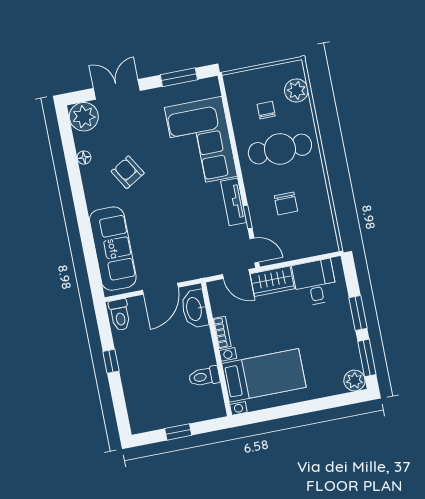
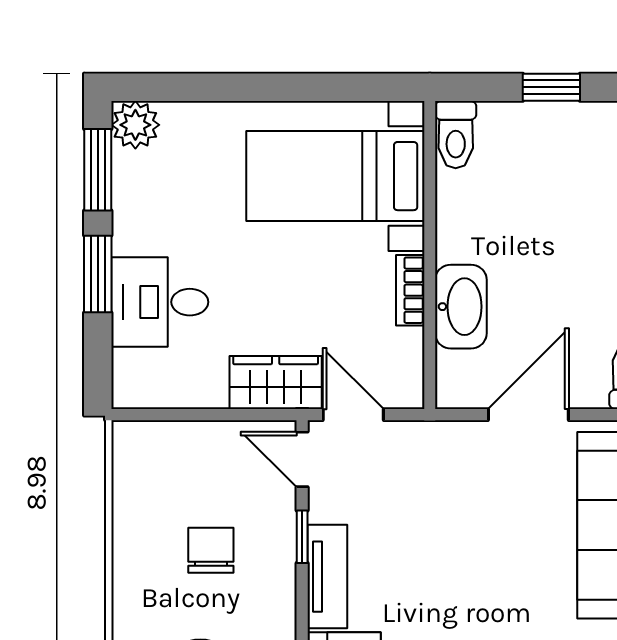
desk: (315, 283) -> (160, 302), moved, turned 90
washbasin: (195, 309) -> (461, 307), moved
toilet: (204, 377) -> (456, 135), moved, turned 90

